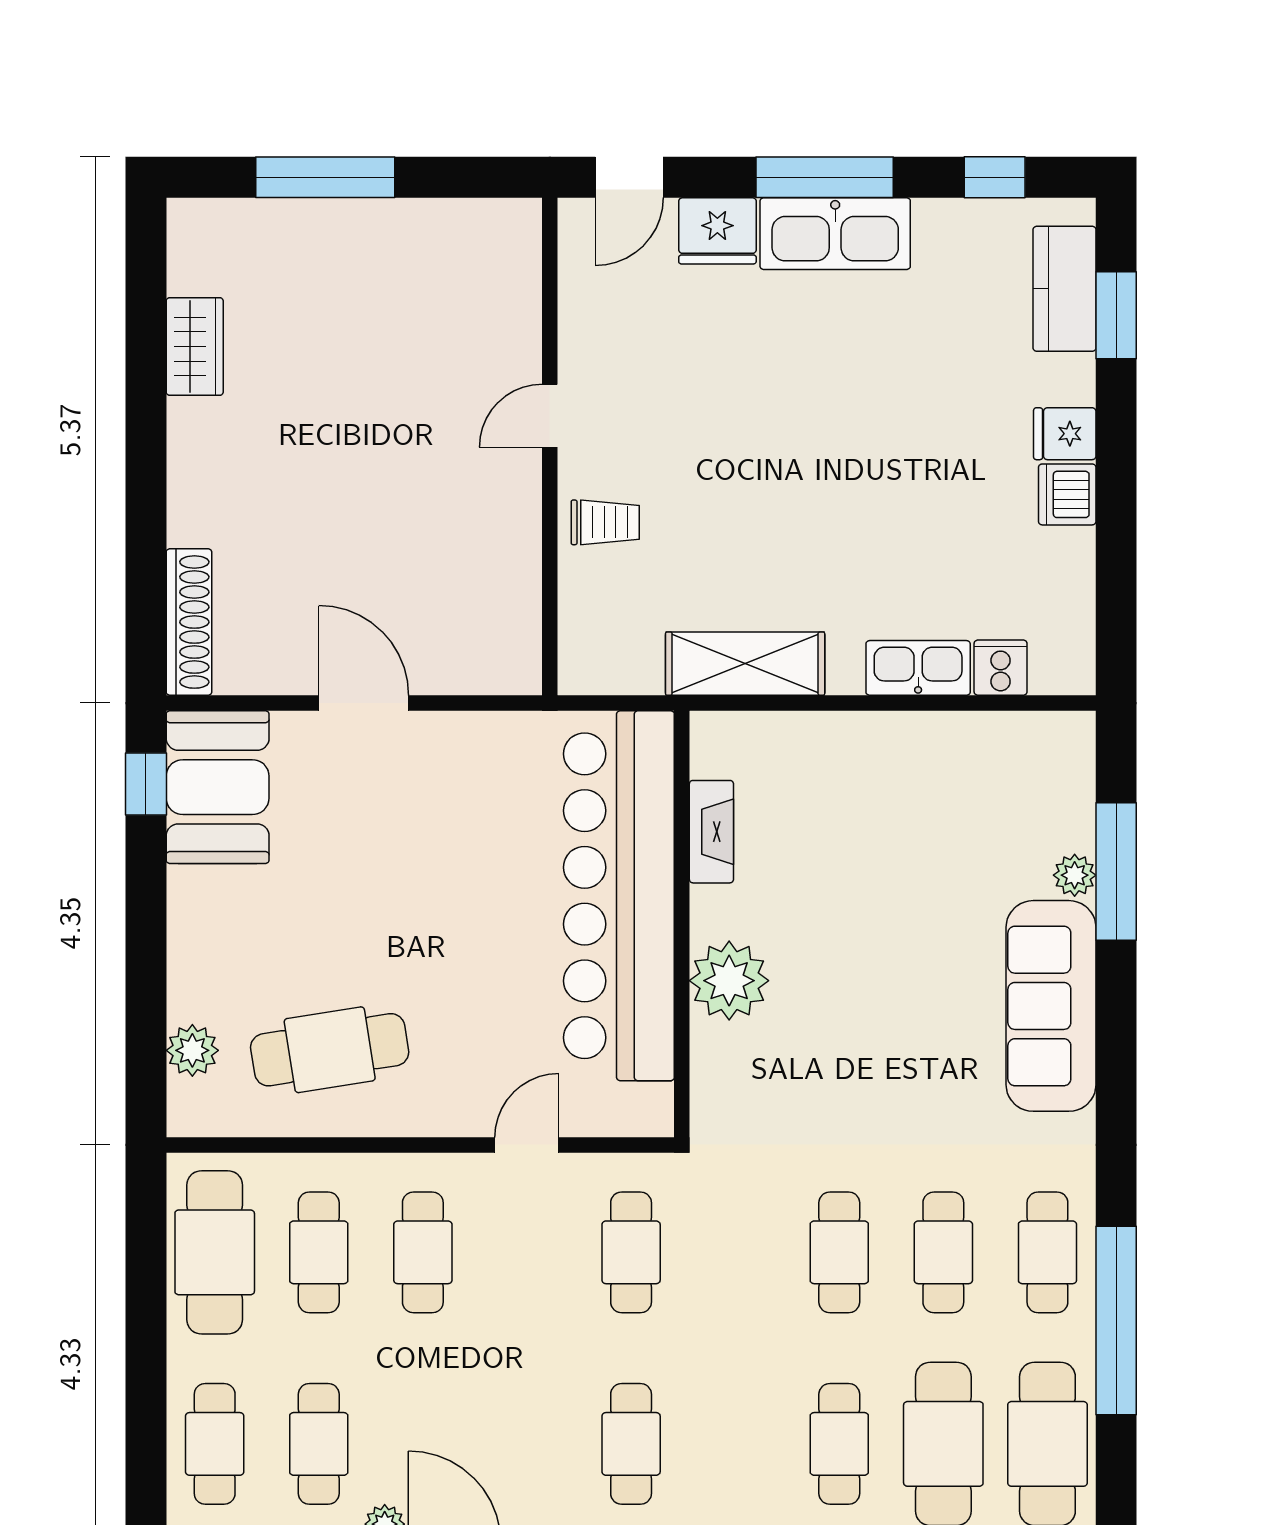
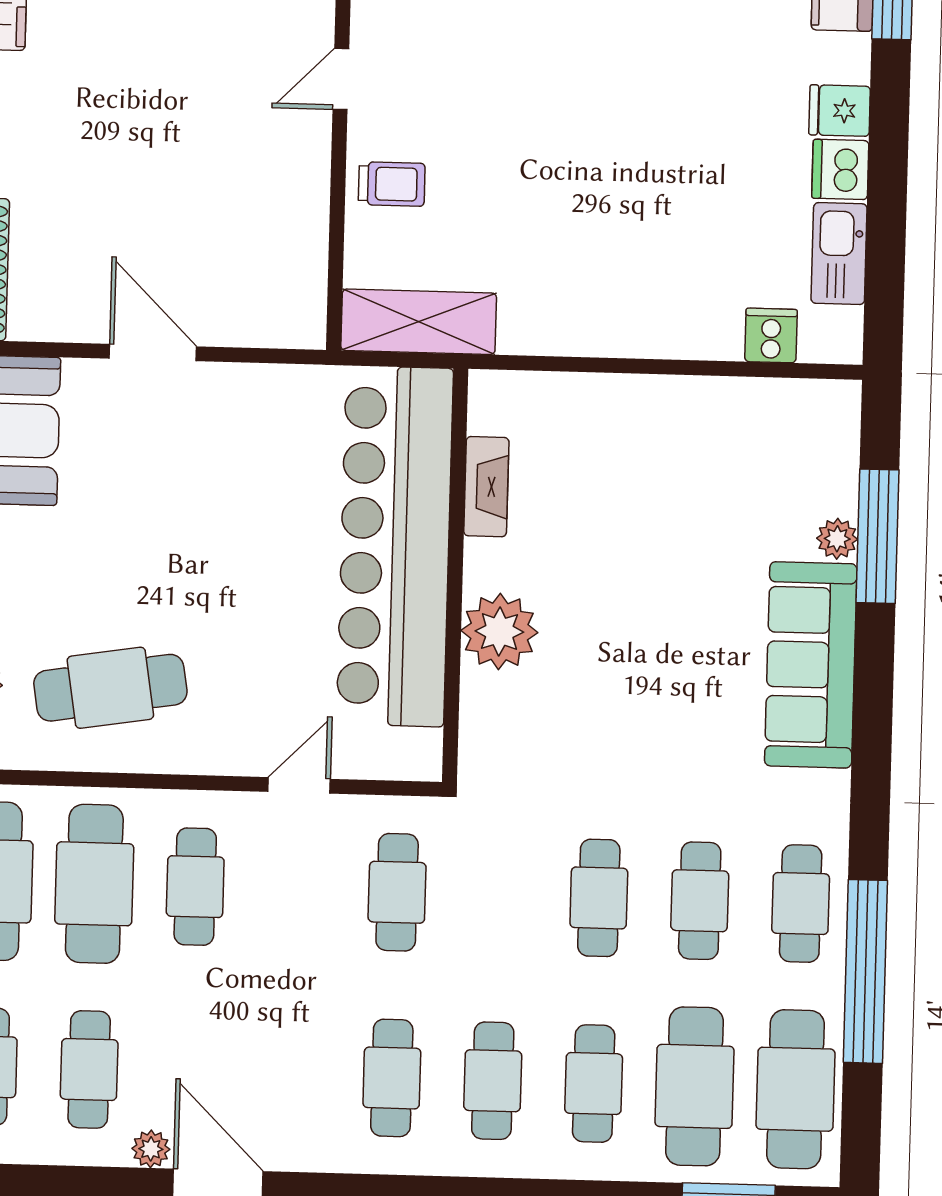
shelving: (745, 664) -> (419, 322), moved
kitchen sink: (918, 668) -> (839, 254), moved, turned -90
cafe table: (319, 1252) -> (94, 884), width x1.37, depth x1.35
cafe table: (735, 1444) -> (493, 1081), added

